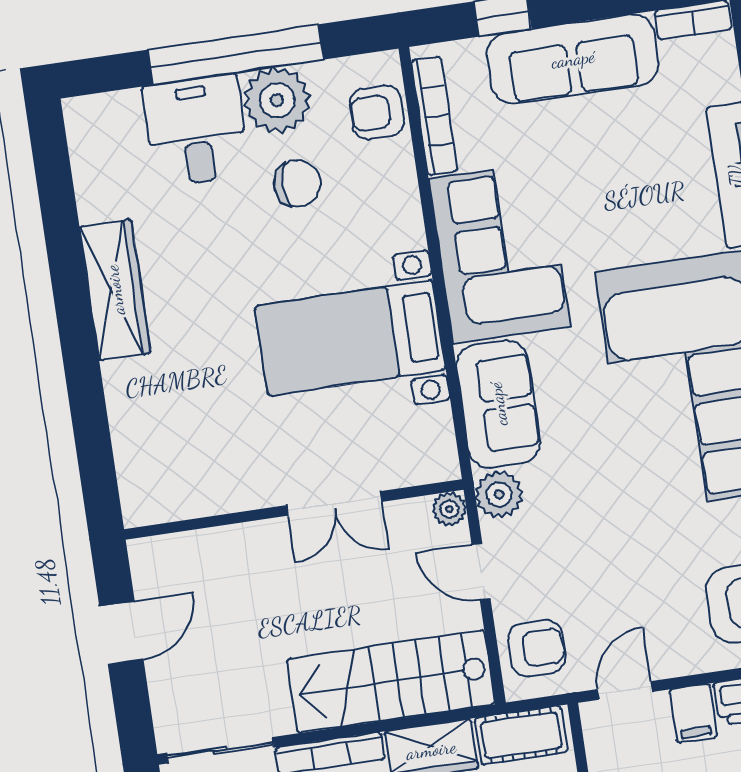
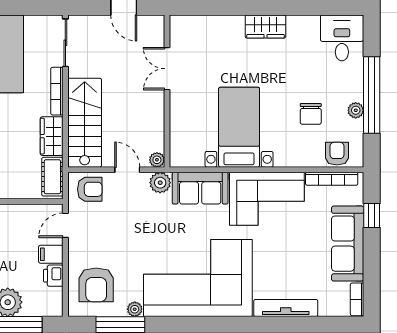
plant: (277, 100) -> (356, 110), width x0.53, depth x0.53
desk: (196, 131) -> (342, 38), moved, turned -90
wardrobe: (115, 290) -> (265, 26), width x0.67
double door: (334, 503) -> (167, 69), moved
door: (481, 572) -> (127, 170), hinge flipped
armchair: (537, 648) -> (90, 189), turned -90
door: (625, 690) -> (65, 225), swing flipped

